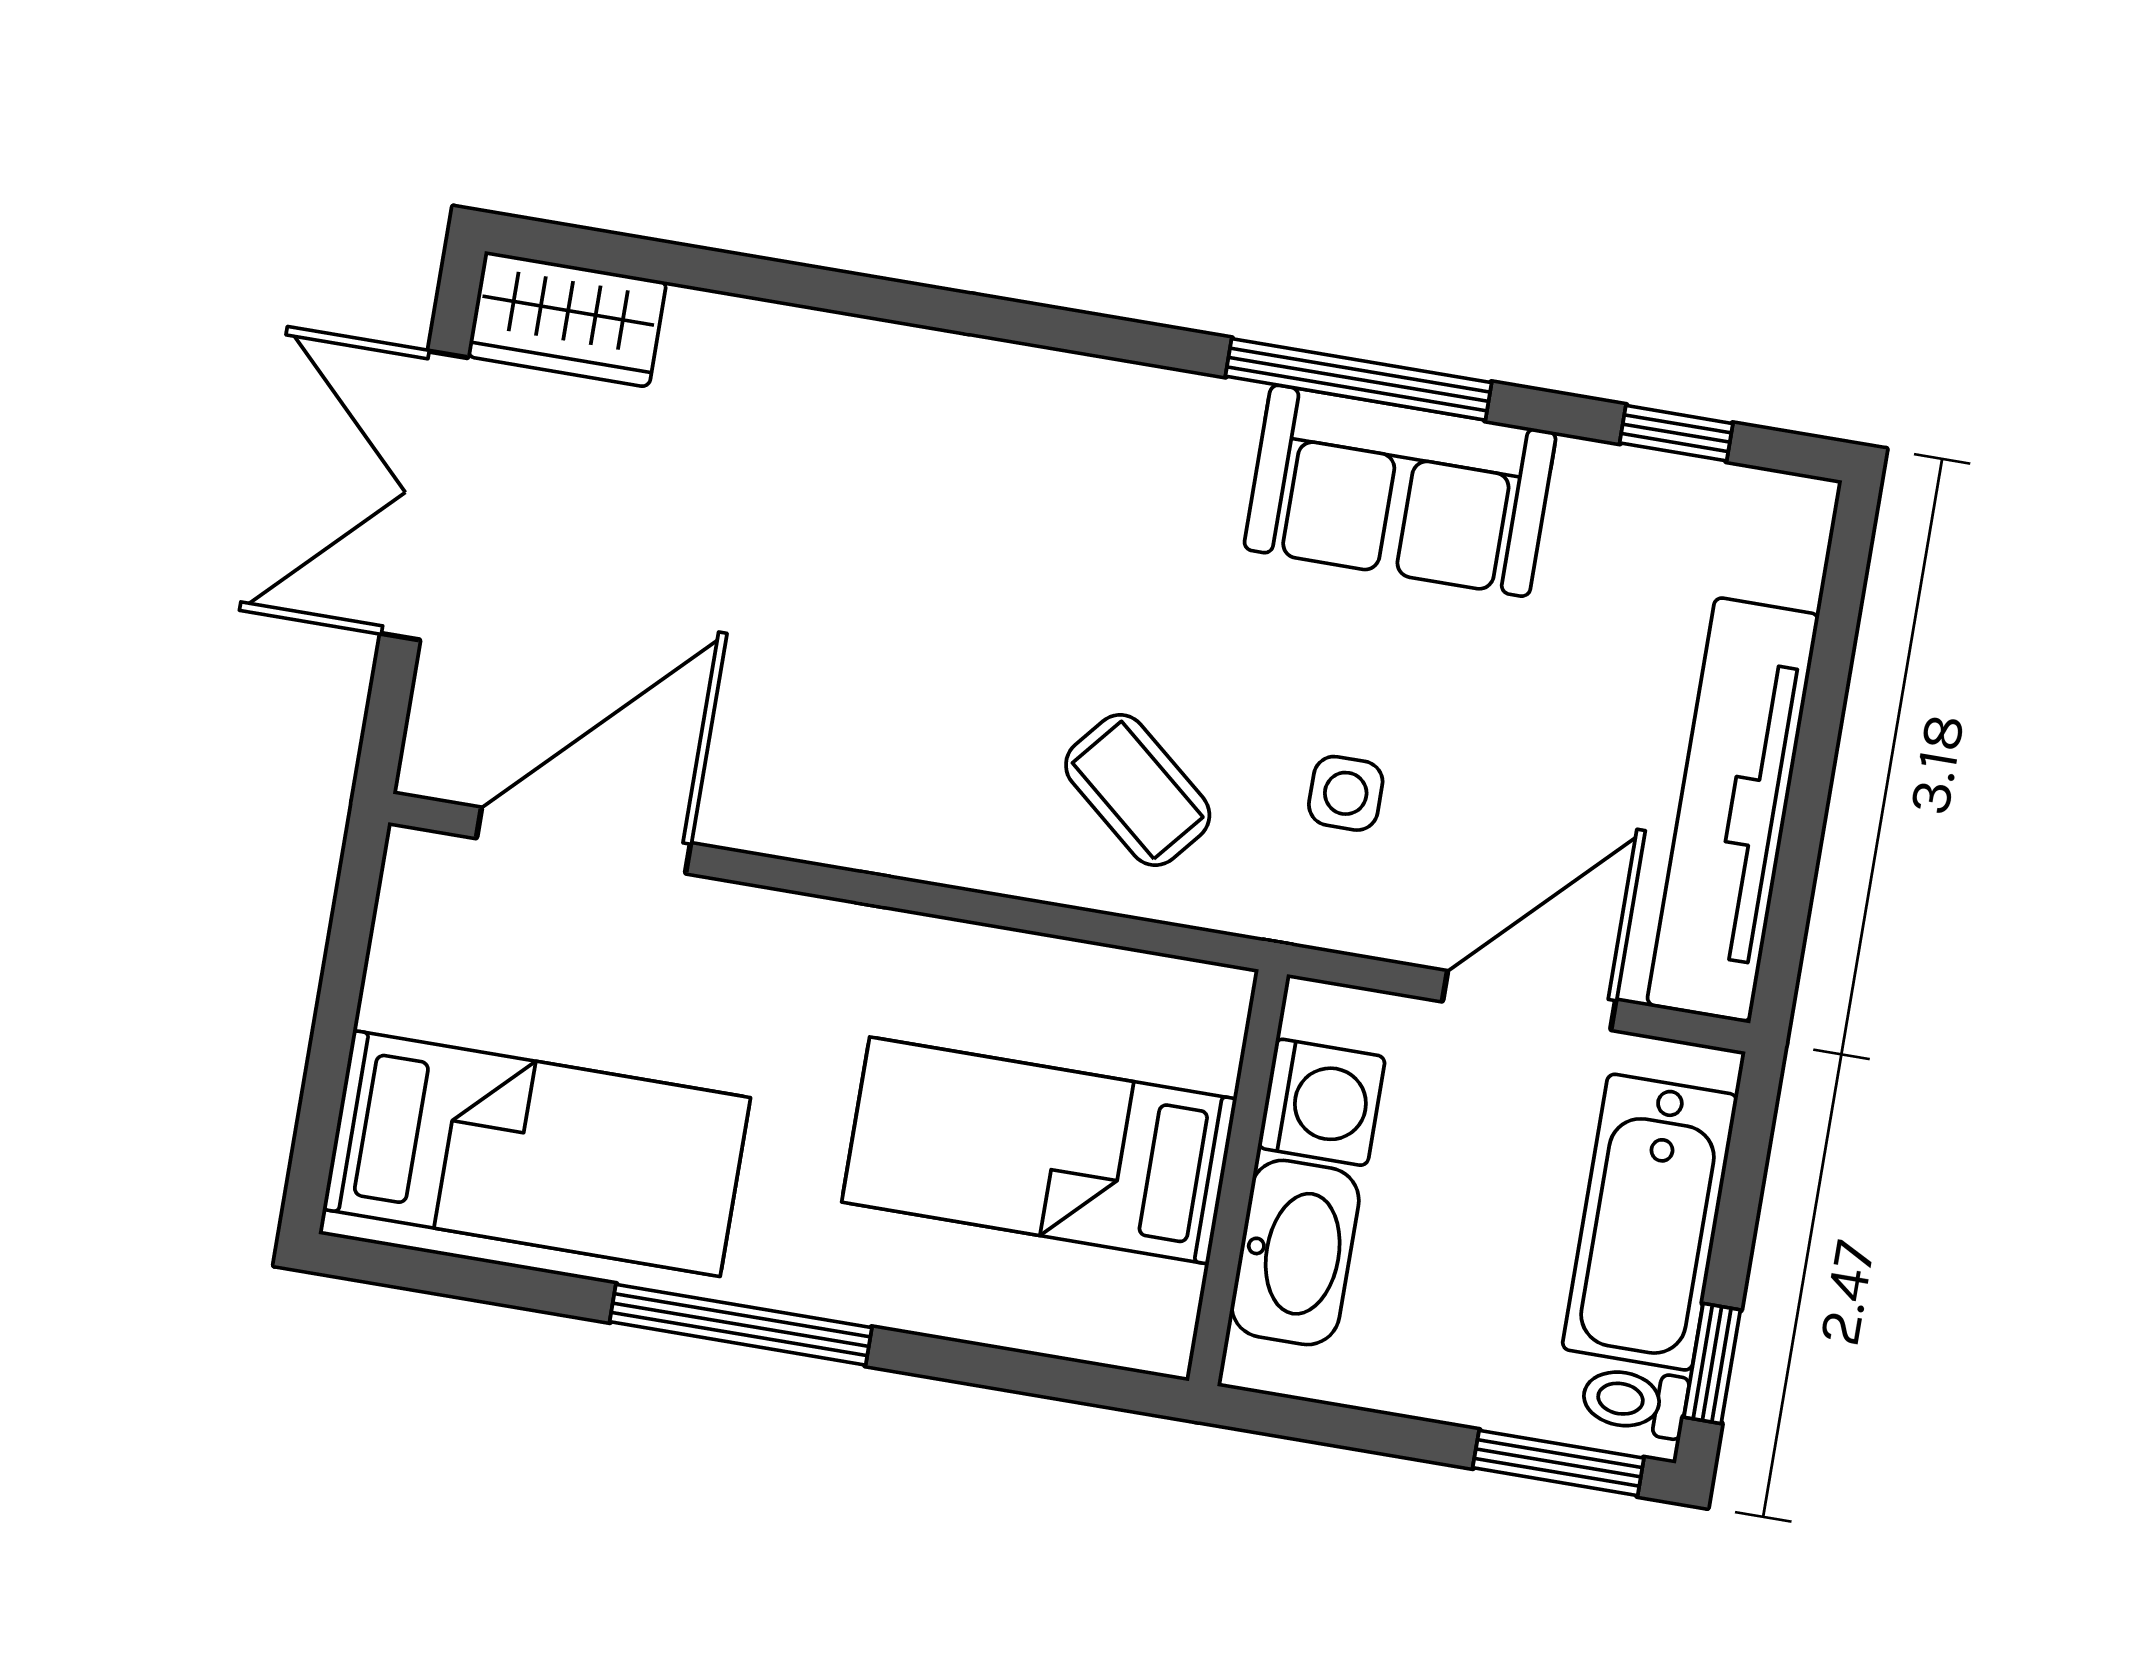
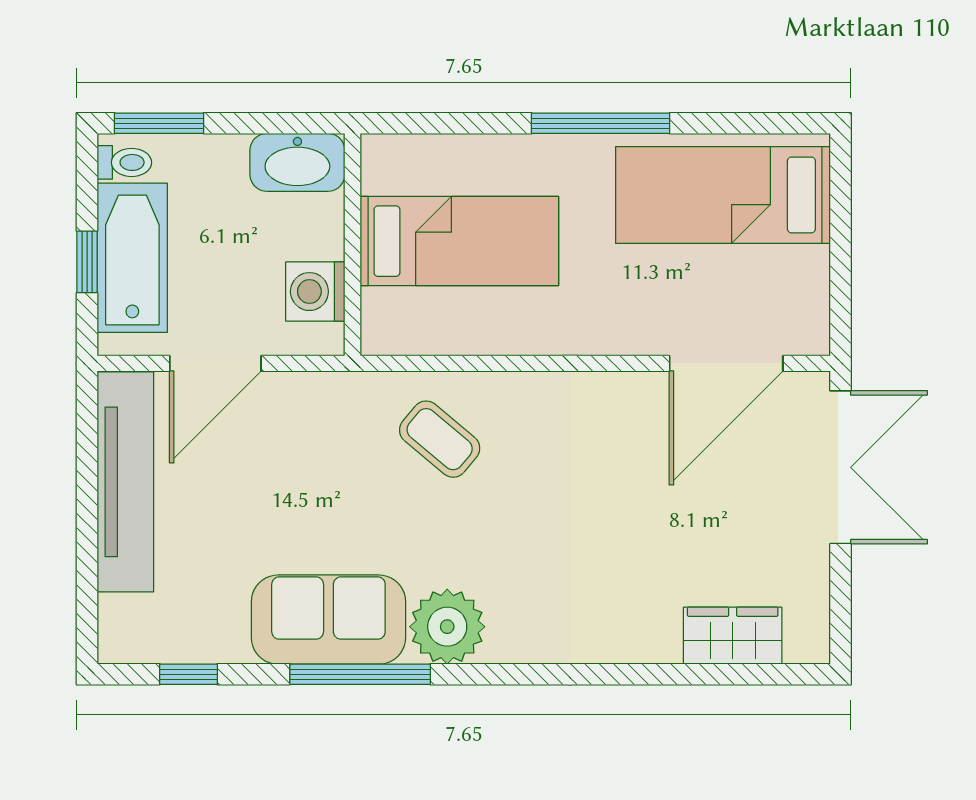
wardrobe: (567, 319) -> (733, 636), moved
plant: (1182, 440) -> (447, 627), added
double door: (424, 496) -> (841, 467), moved
side table: (1346, 793) -> (330, 456), removed
washbasin: (1295, 1252) -> (297, 162), moved, turned -90
window: (1712, 1364) -> (87, 262), moved

